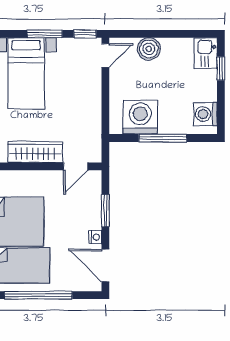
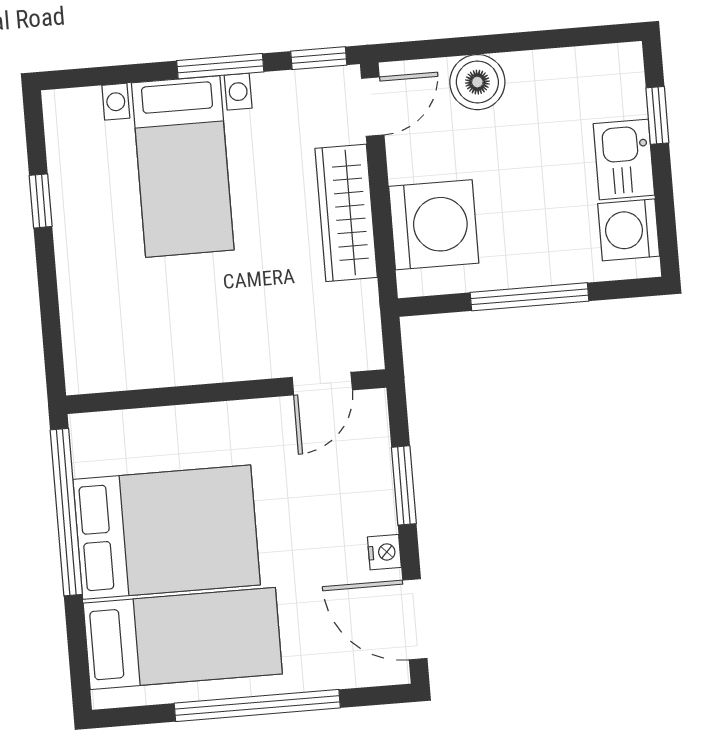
kitchen sink: (206, 53) -> (624, 159), moved
washing machine: (140, 117) -> (434, 225), moved, turned 90
wardrobe: (35, 152) -> (346, 213), moved, turned -90

